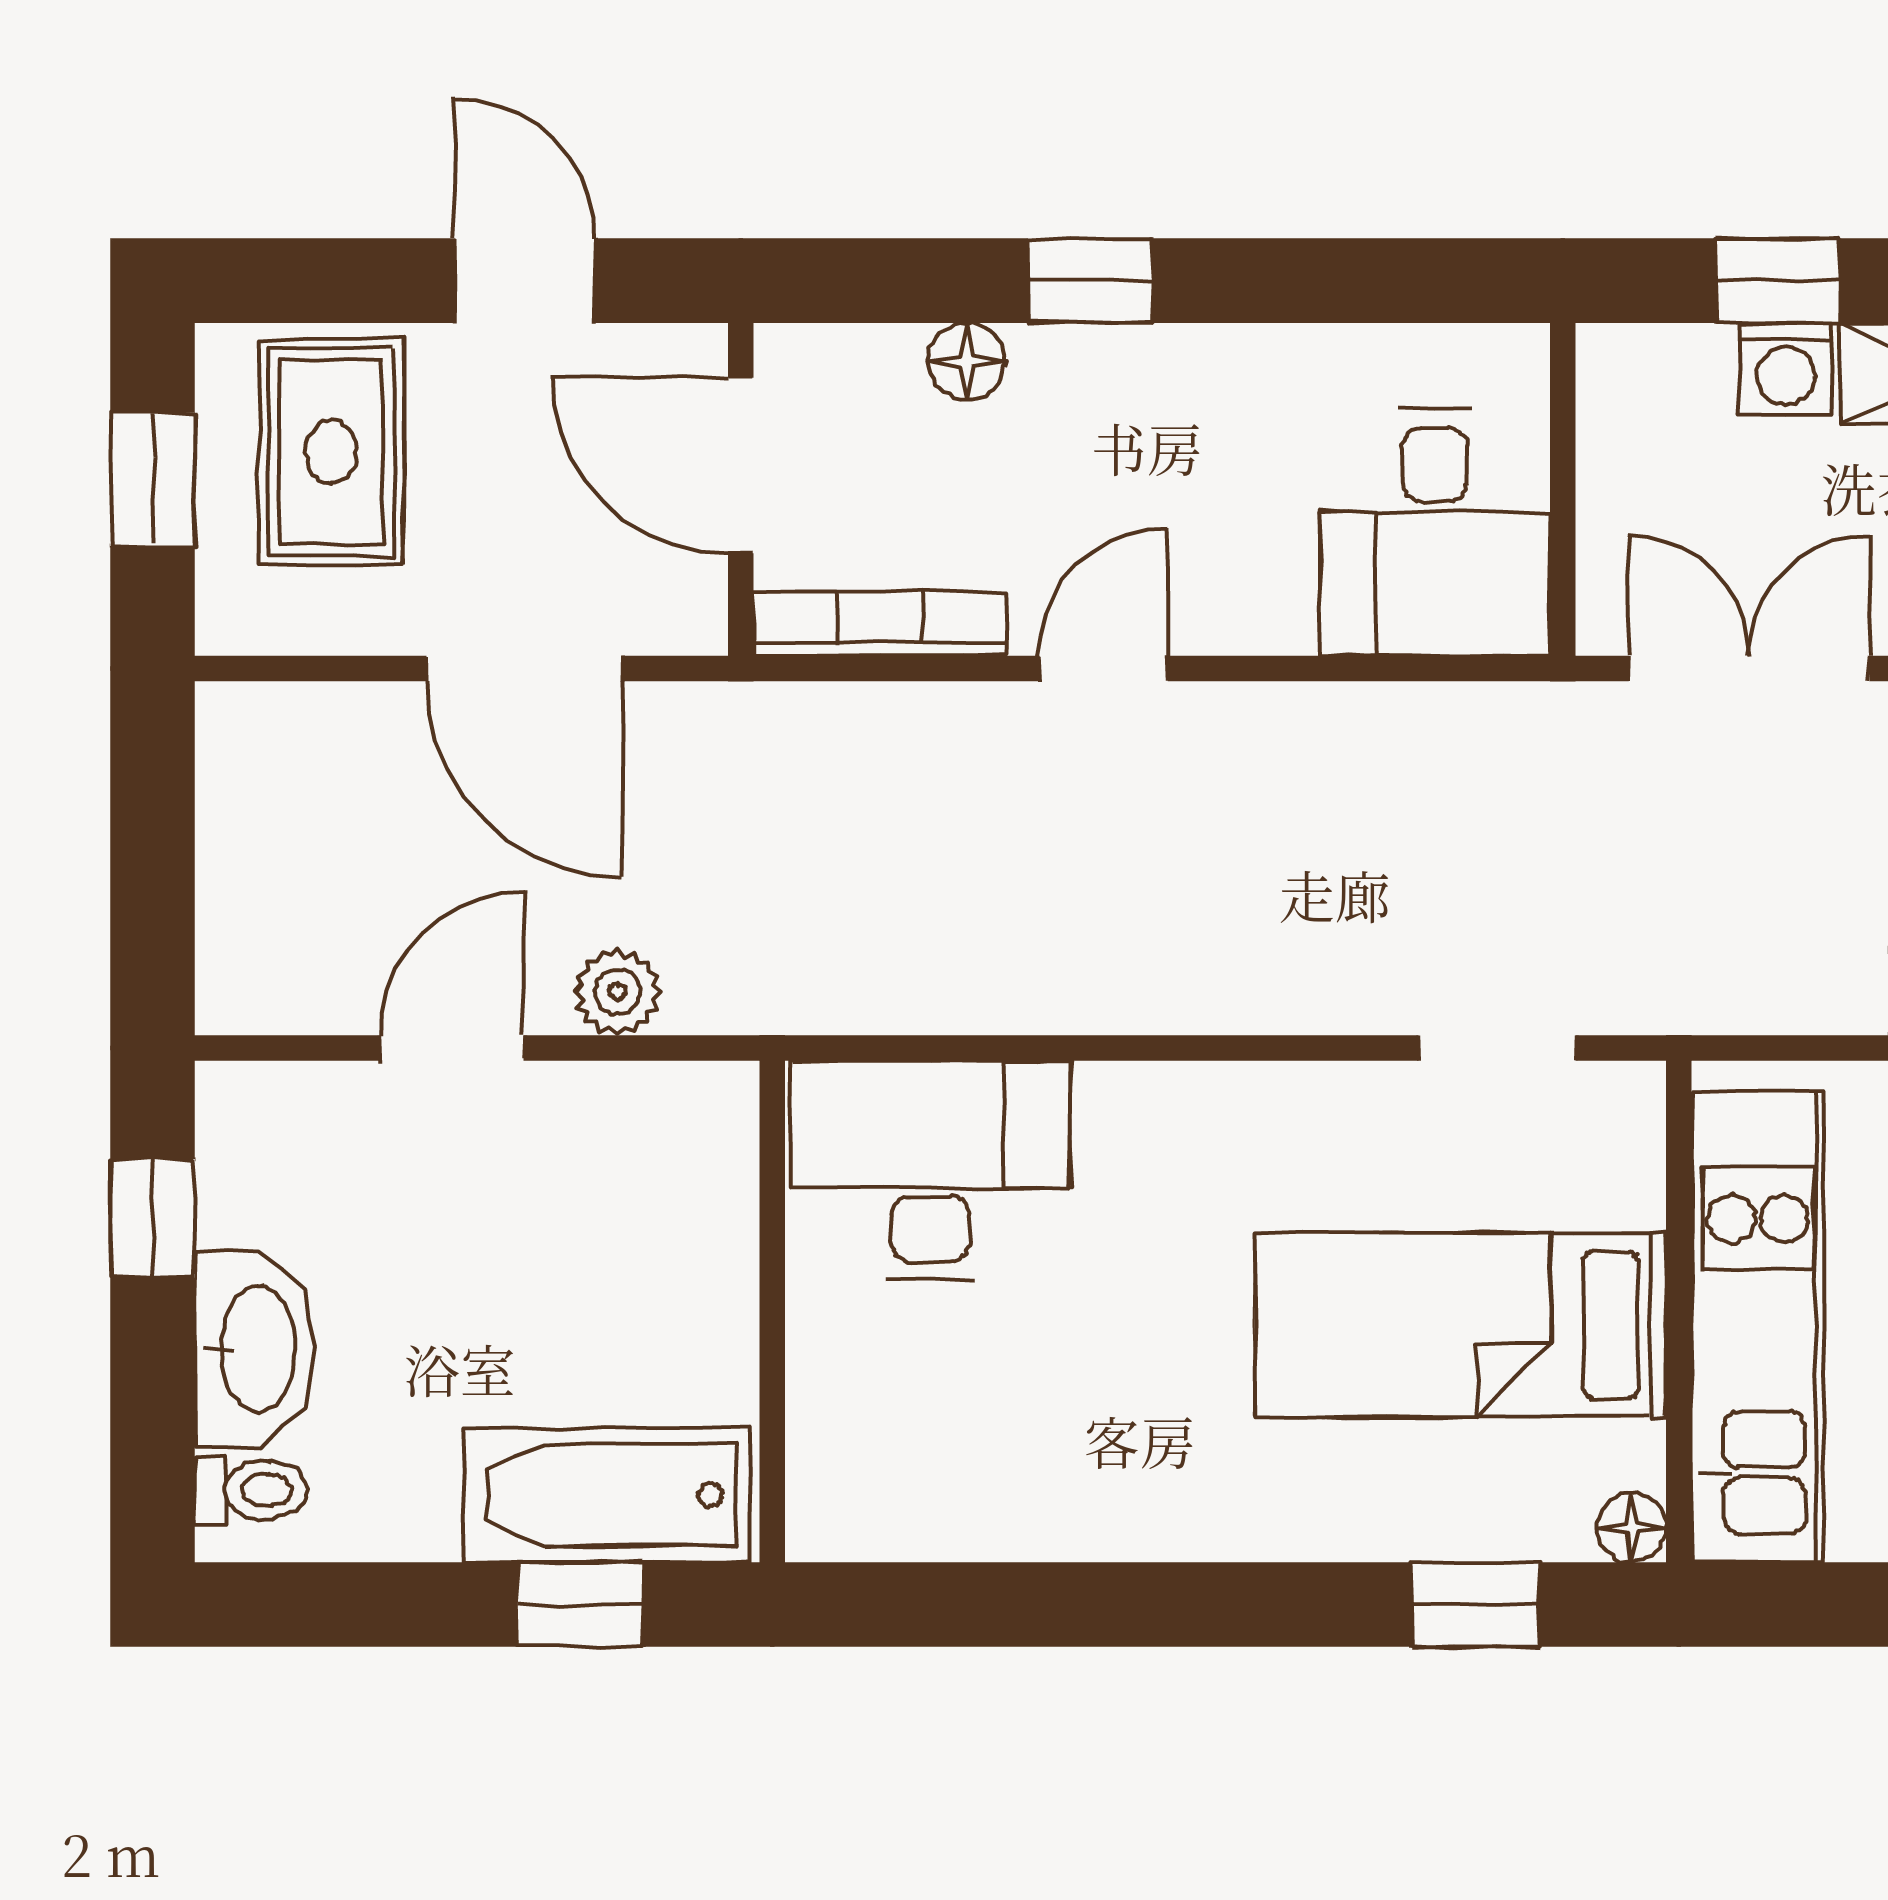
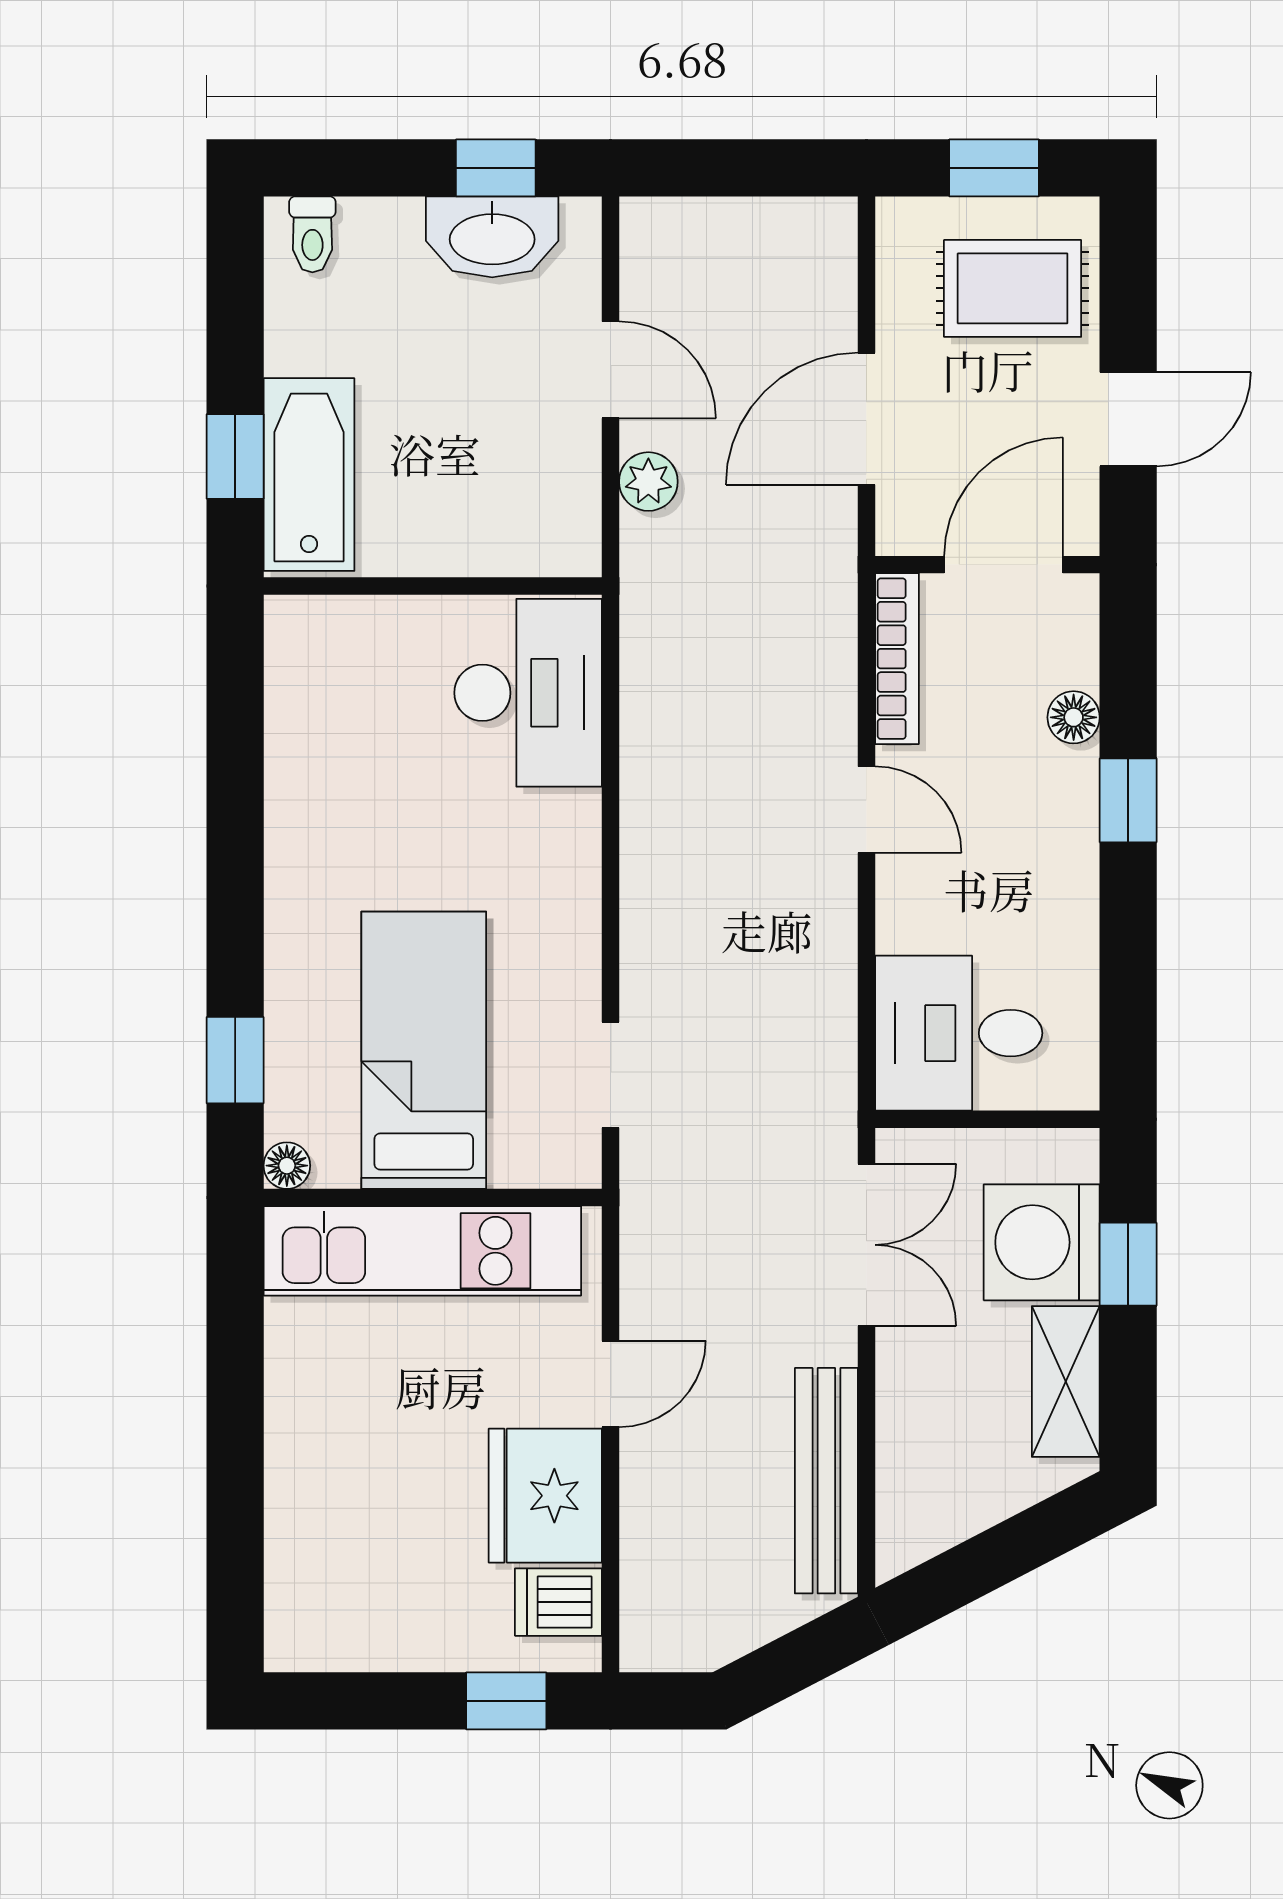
washing machine: (1786, 368) -> (1042, 1242), width x1.89, depth x1.89
washbasin: (255, 1348) -> (492, 237), moved

